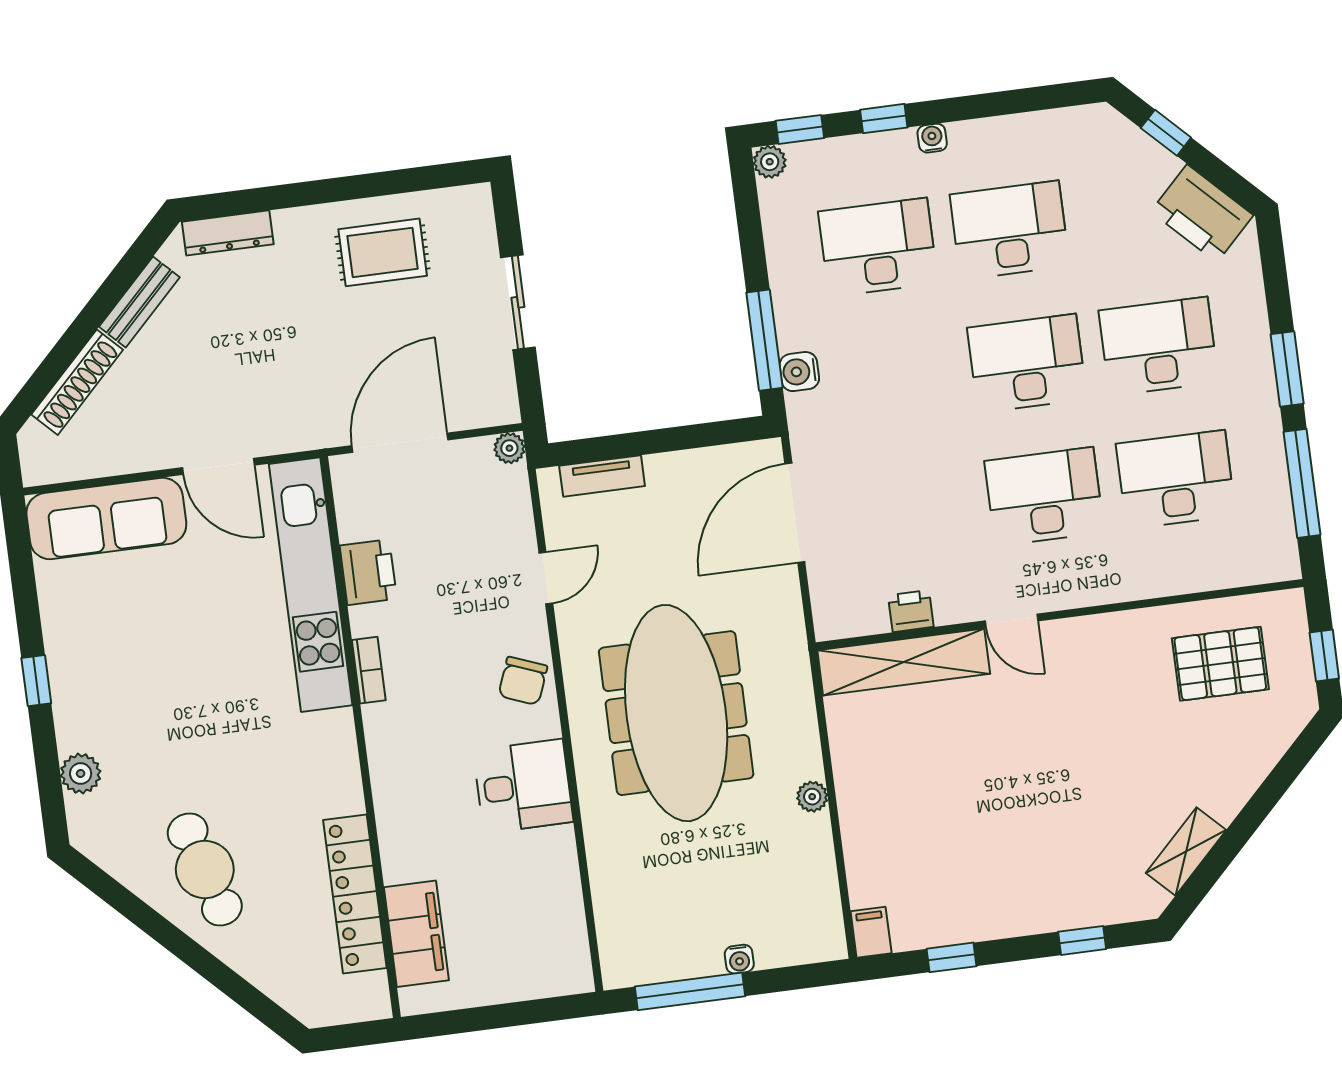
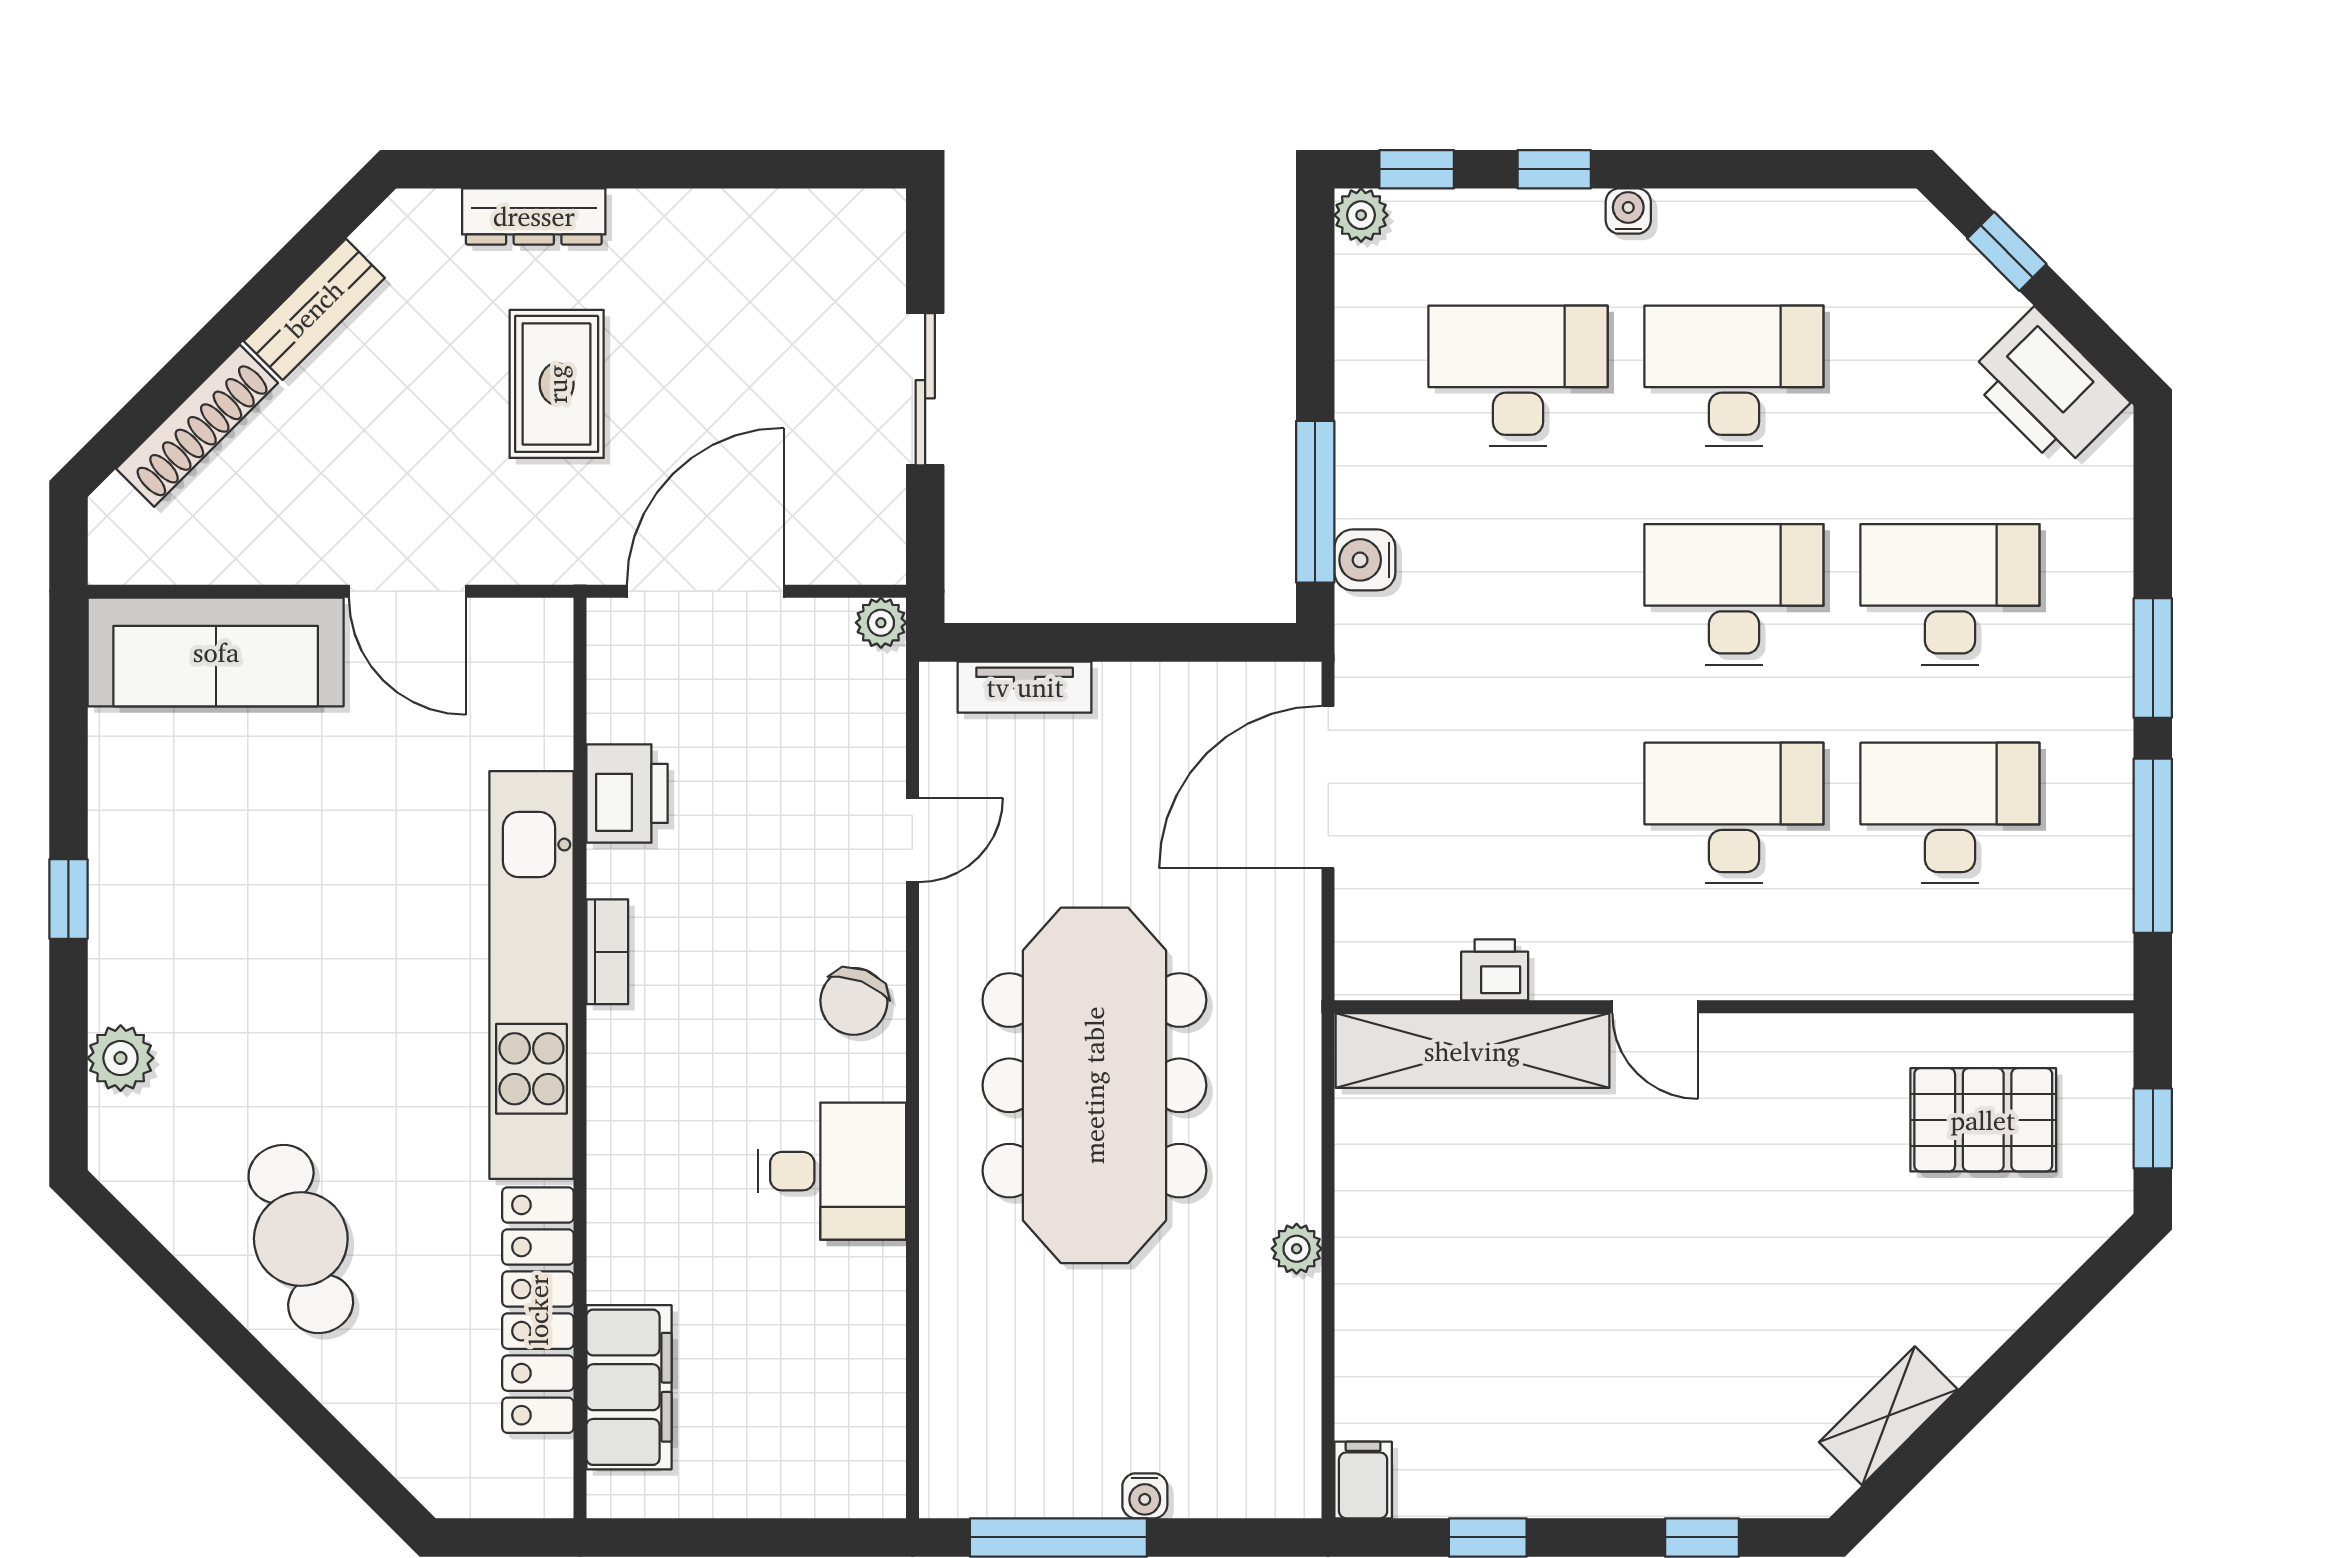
dresser: (228, 233) -> (534, 216), moved
rug: (383, 252) -> (557, 384), moved, turned 90
kitchen unit: (311, 585) -> (531, 975), moved

